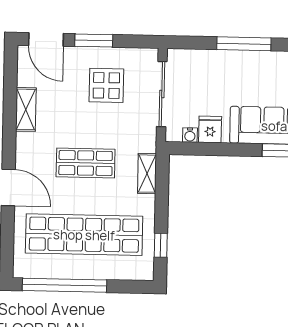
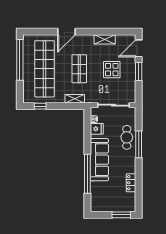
cafe table: (229, 68) -> (127, 137), added
display table: (106, 85) -> (112, 70), moved

